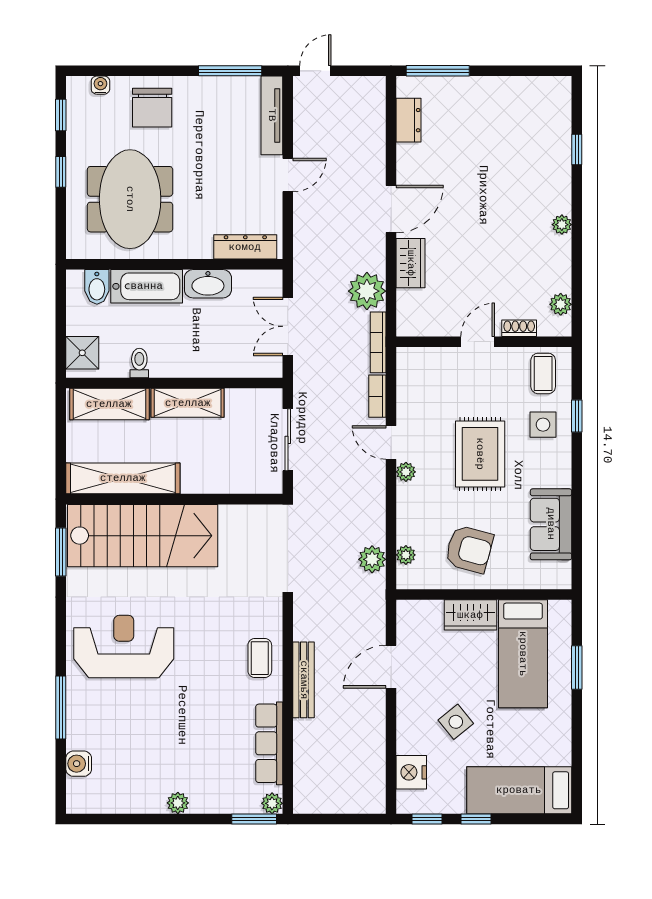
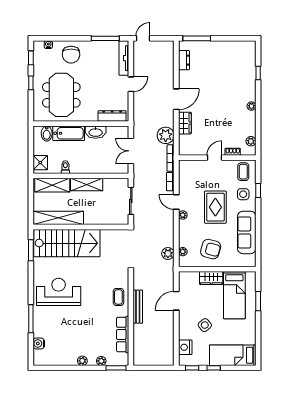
sofa: (551, 524) -> (247, 232), width x1.36
plant: (272, 803) -> (101, 361), moved

